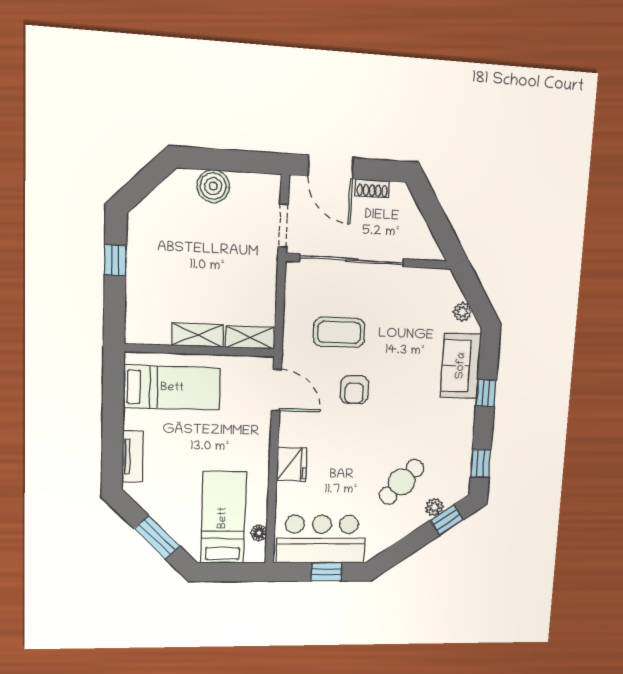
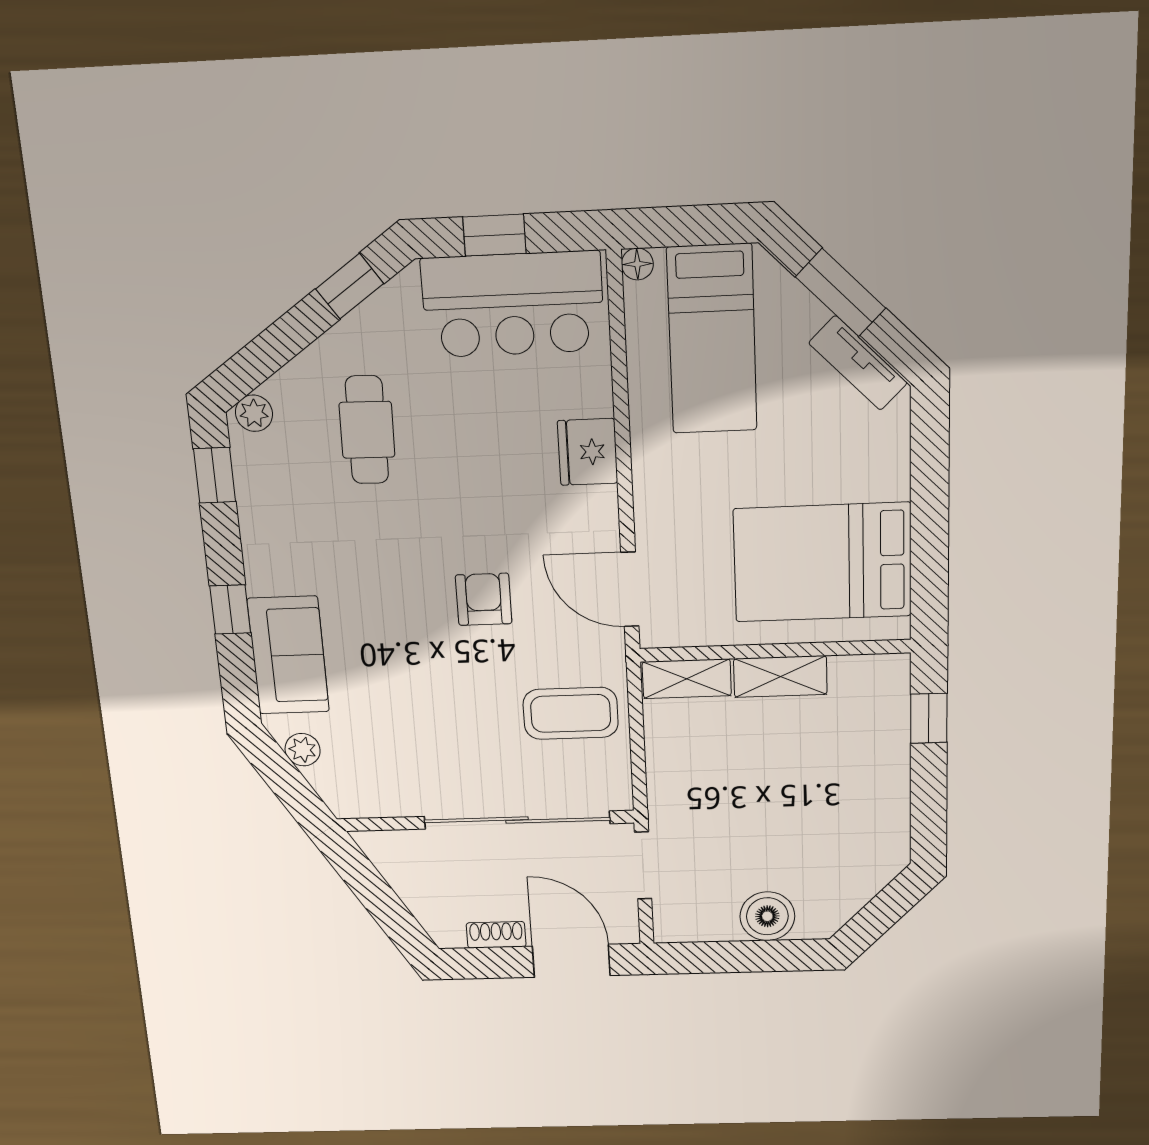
window: (115, 260) -> (929, 718), moved
coffee table: (339, 332) -> (571, 713), moved
bed: (172, 388) -> (823, 562), width x1.50
tv unit: (133, 457) -> (858, 363), moved, turned -45
cafe table: (402, 482) -> (367, 430), turned -41
plant: (434, 507) -> (254, 413), moved
window: (447, 520) -> (350, 286), moved
floor lamp: (259, 533) -> (637, 264), moved

